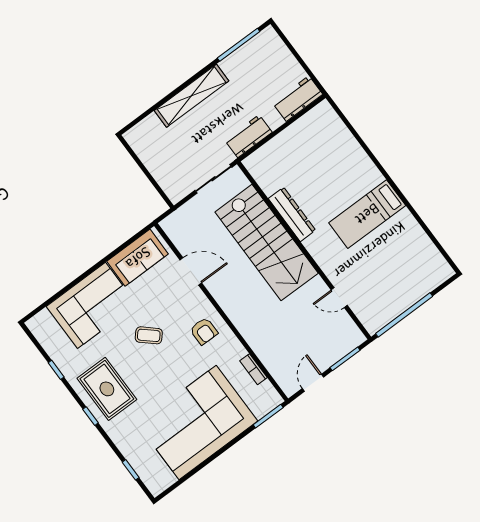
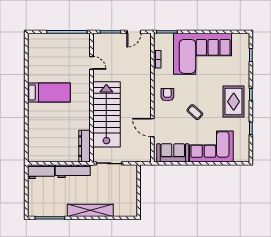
workbench: (248, 136) -> (73, 171), width x1.37
dresser: (292, 214) -> (85, 146), moved

